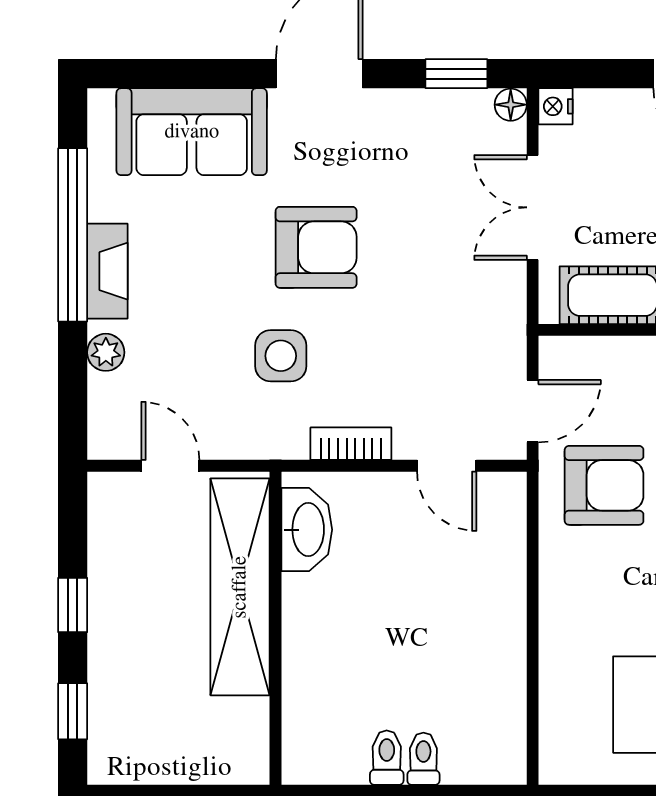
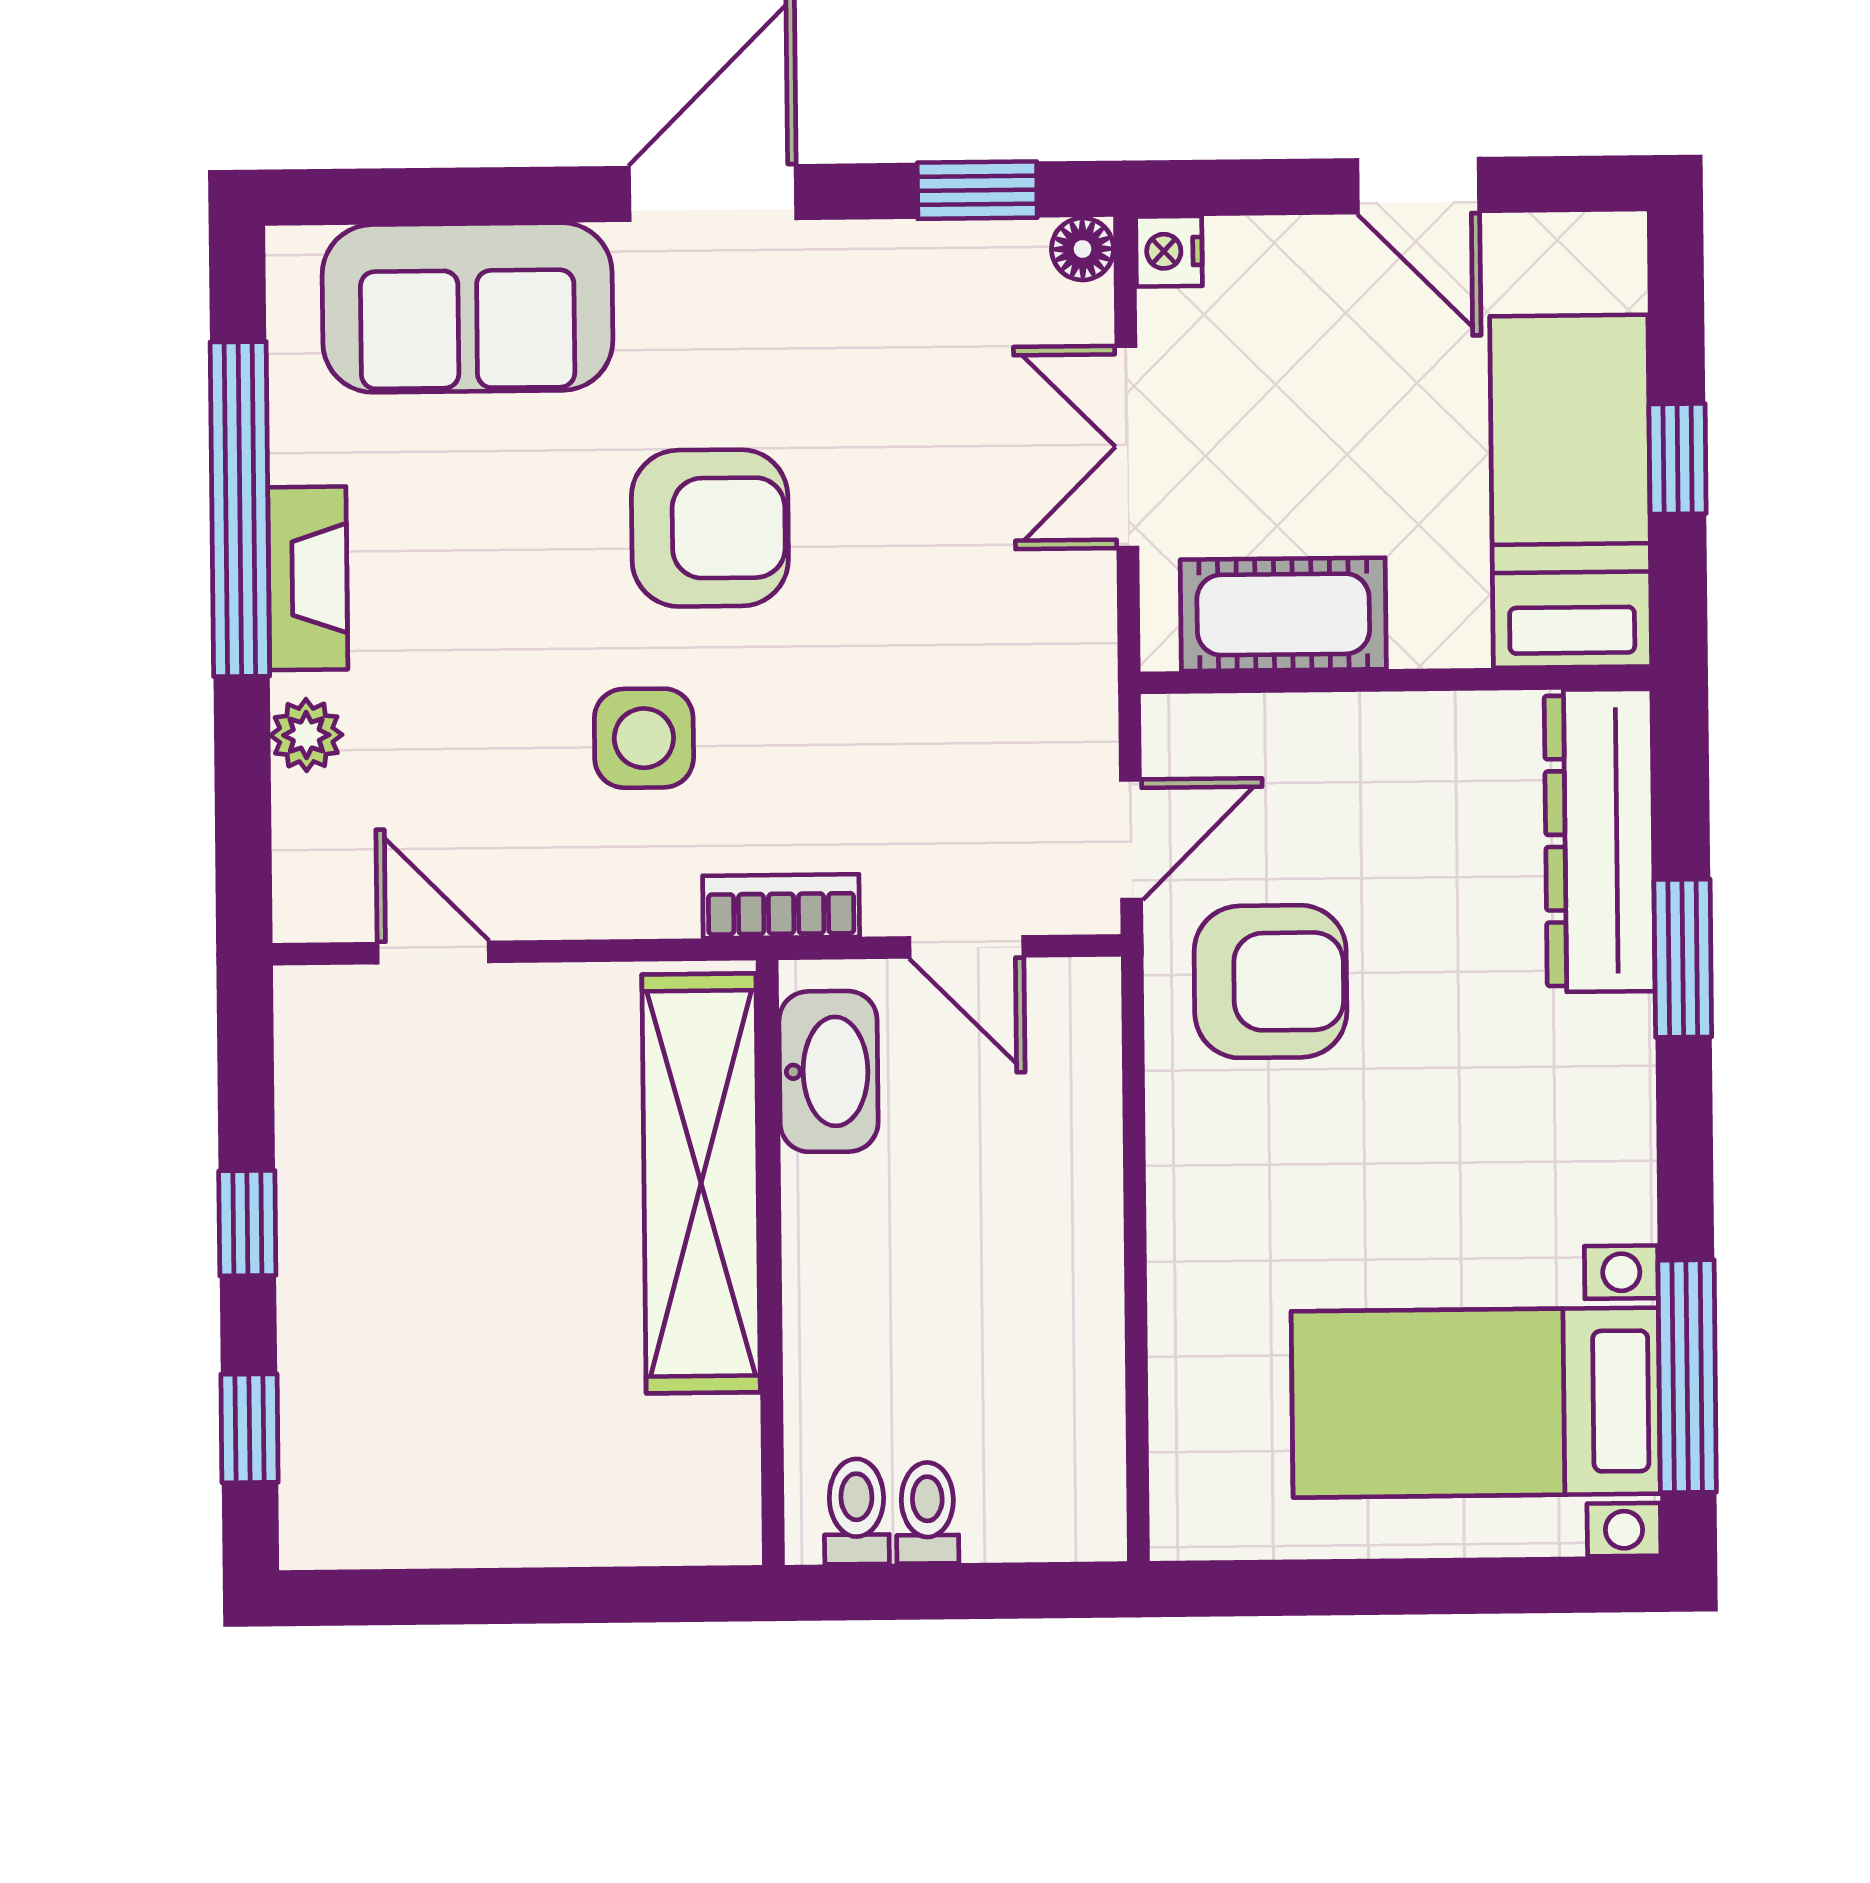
washbasin: (307, 530) -> (829, 1071), moved
shelving: (240, 587) -> (701, 1183), moved
wall: (275, 628) -> (770, 1263), moved

